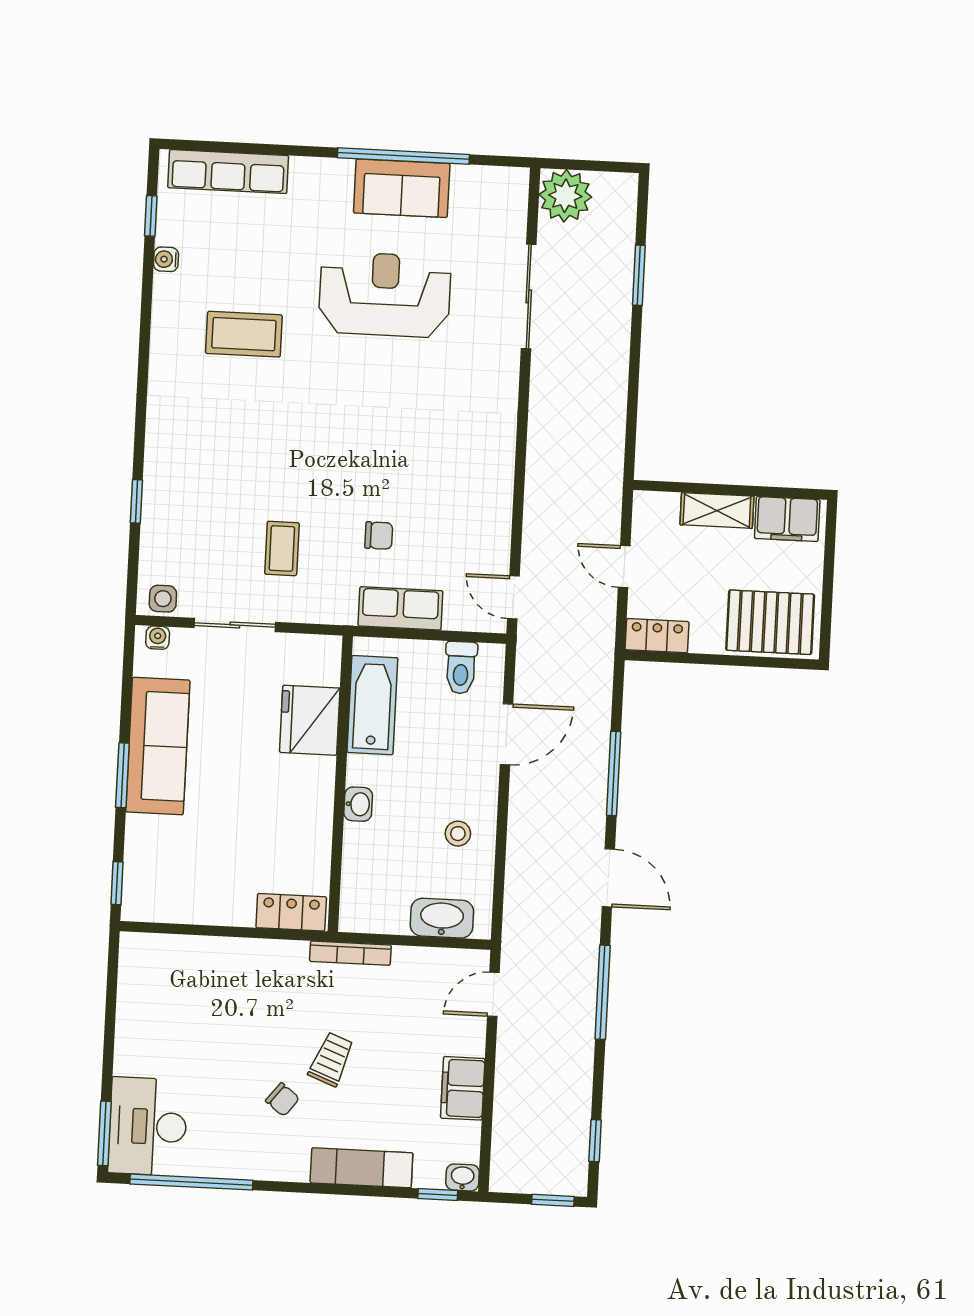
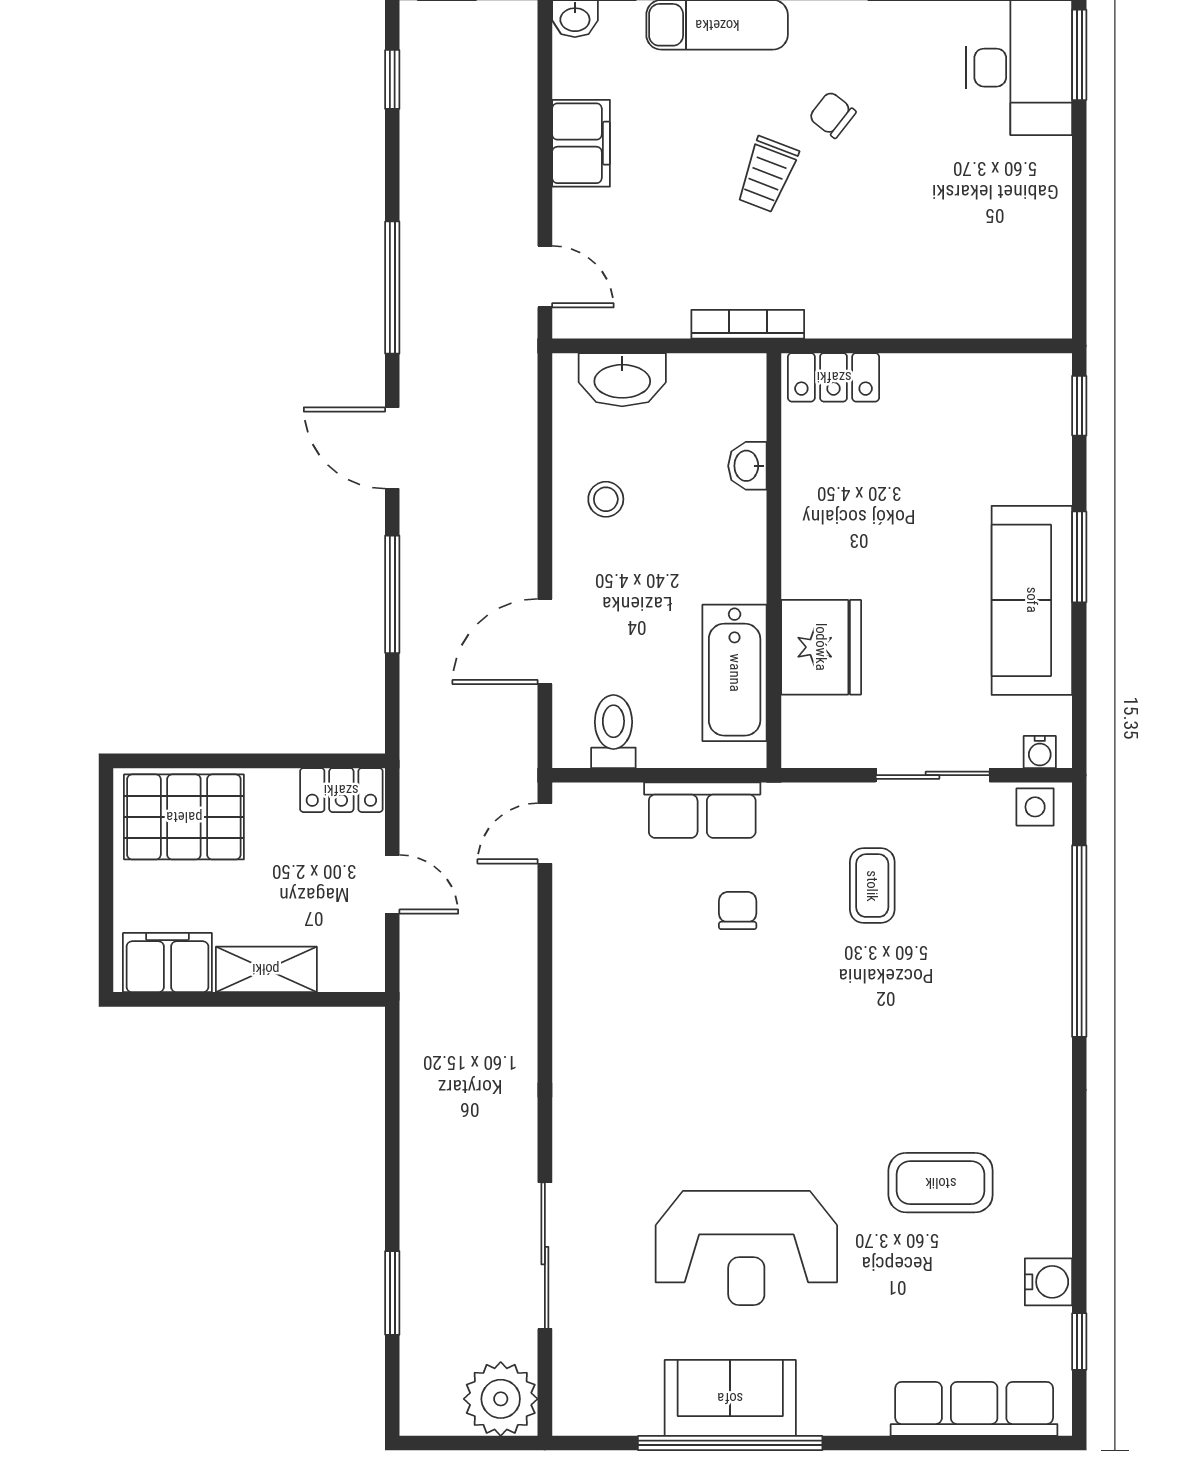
water cooler: (166, 259) -> (1048, 1282), width x1.38, depth x1.38
window: (136, 501) -> (1079, 941), width x3.17
chair: (379, 536) -> (738, 911), turned 90
door: (513, 597) -> (545, 833), swing flipped
washbasin: (358, 804) -> (747, 466), moved
door: (493, 994) -> (545, 277), hinge flipped

